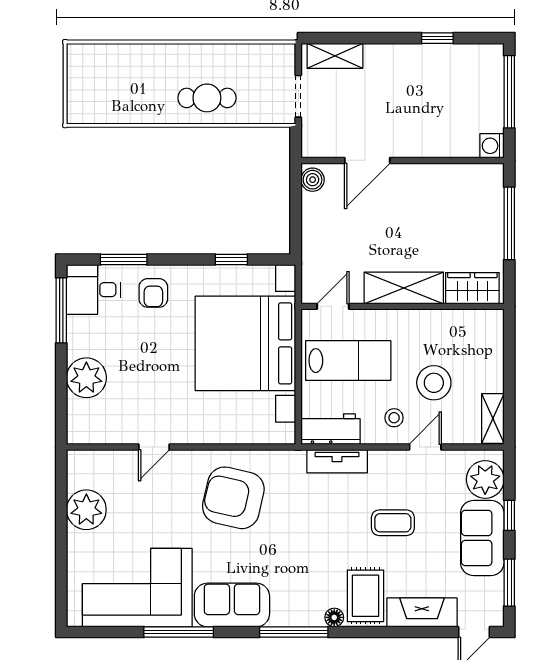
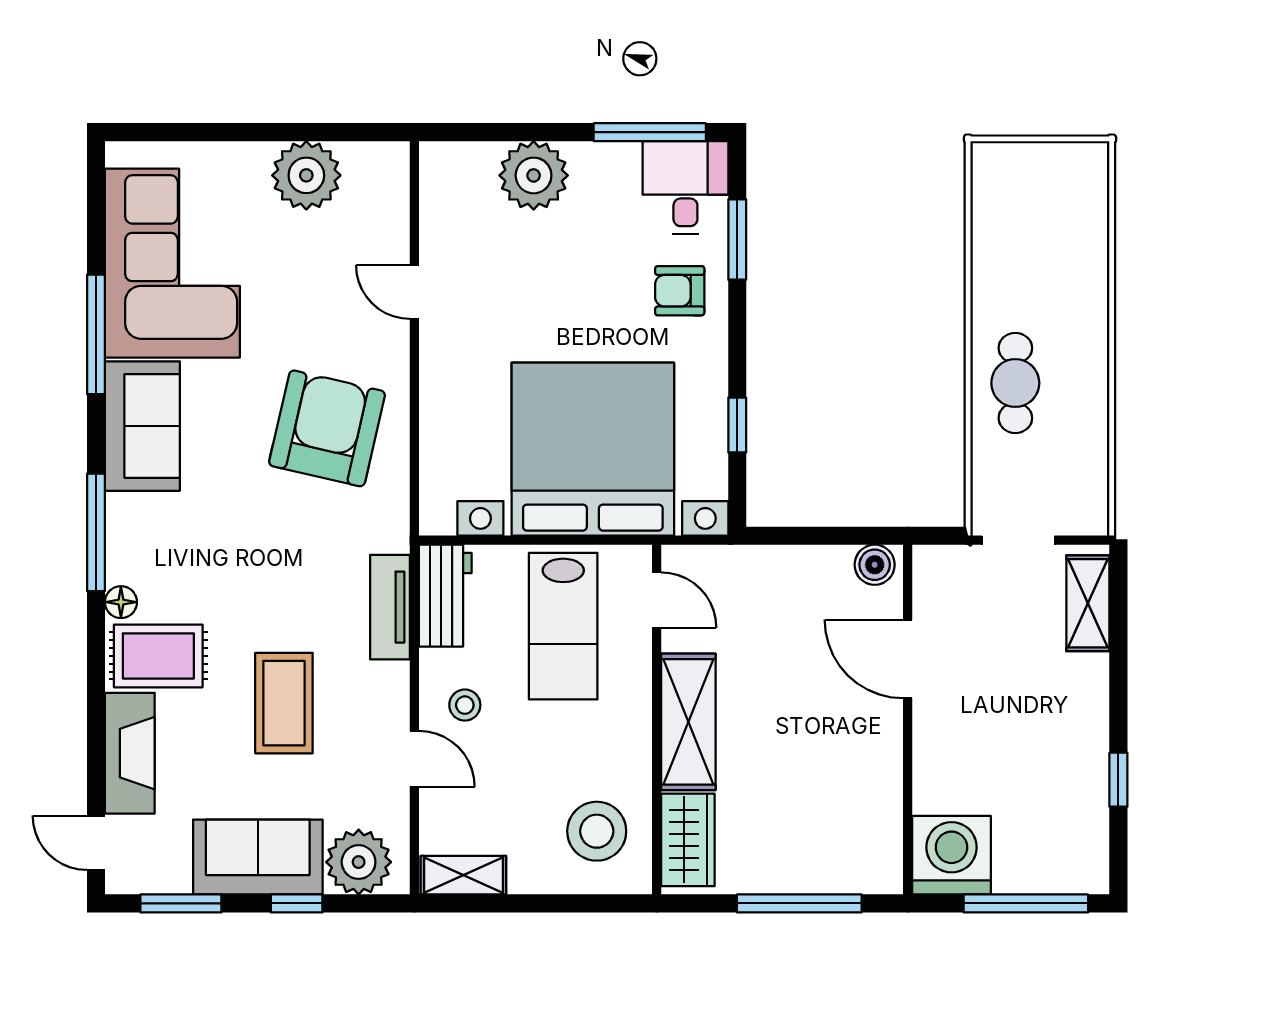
washing machine: (492, 146) -> (951, 855), width x1.89, depth x1.89
stool: (434, 383) -> (597, 831), moved
coffee table: (393, 523) -> (284, 703), width x1.36, depth x1.30

